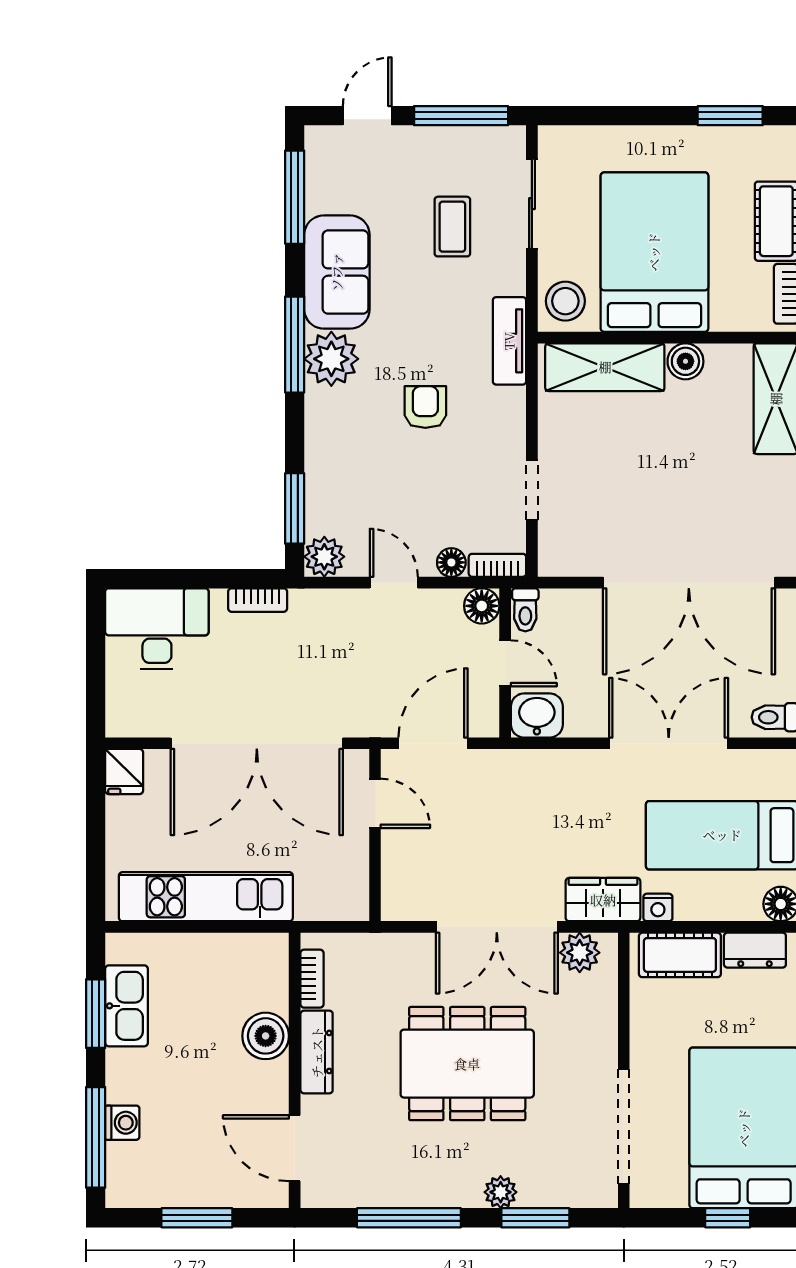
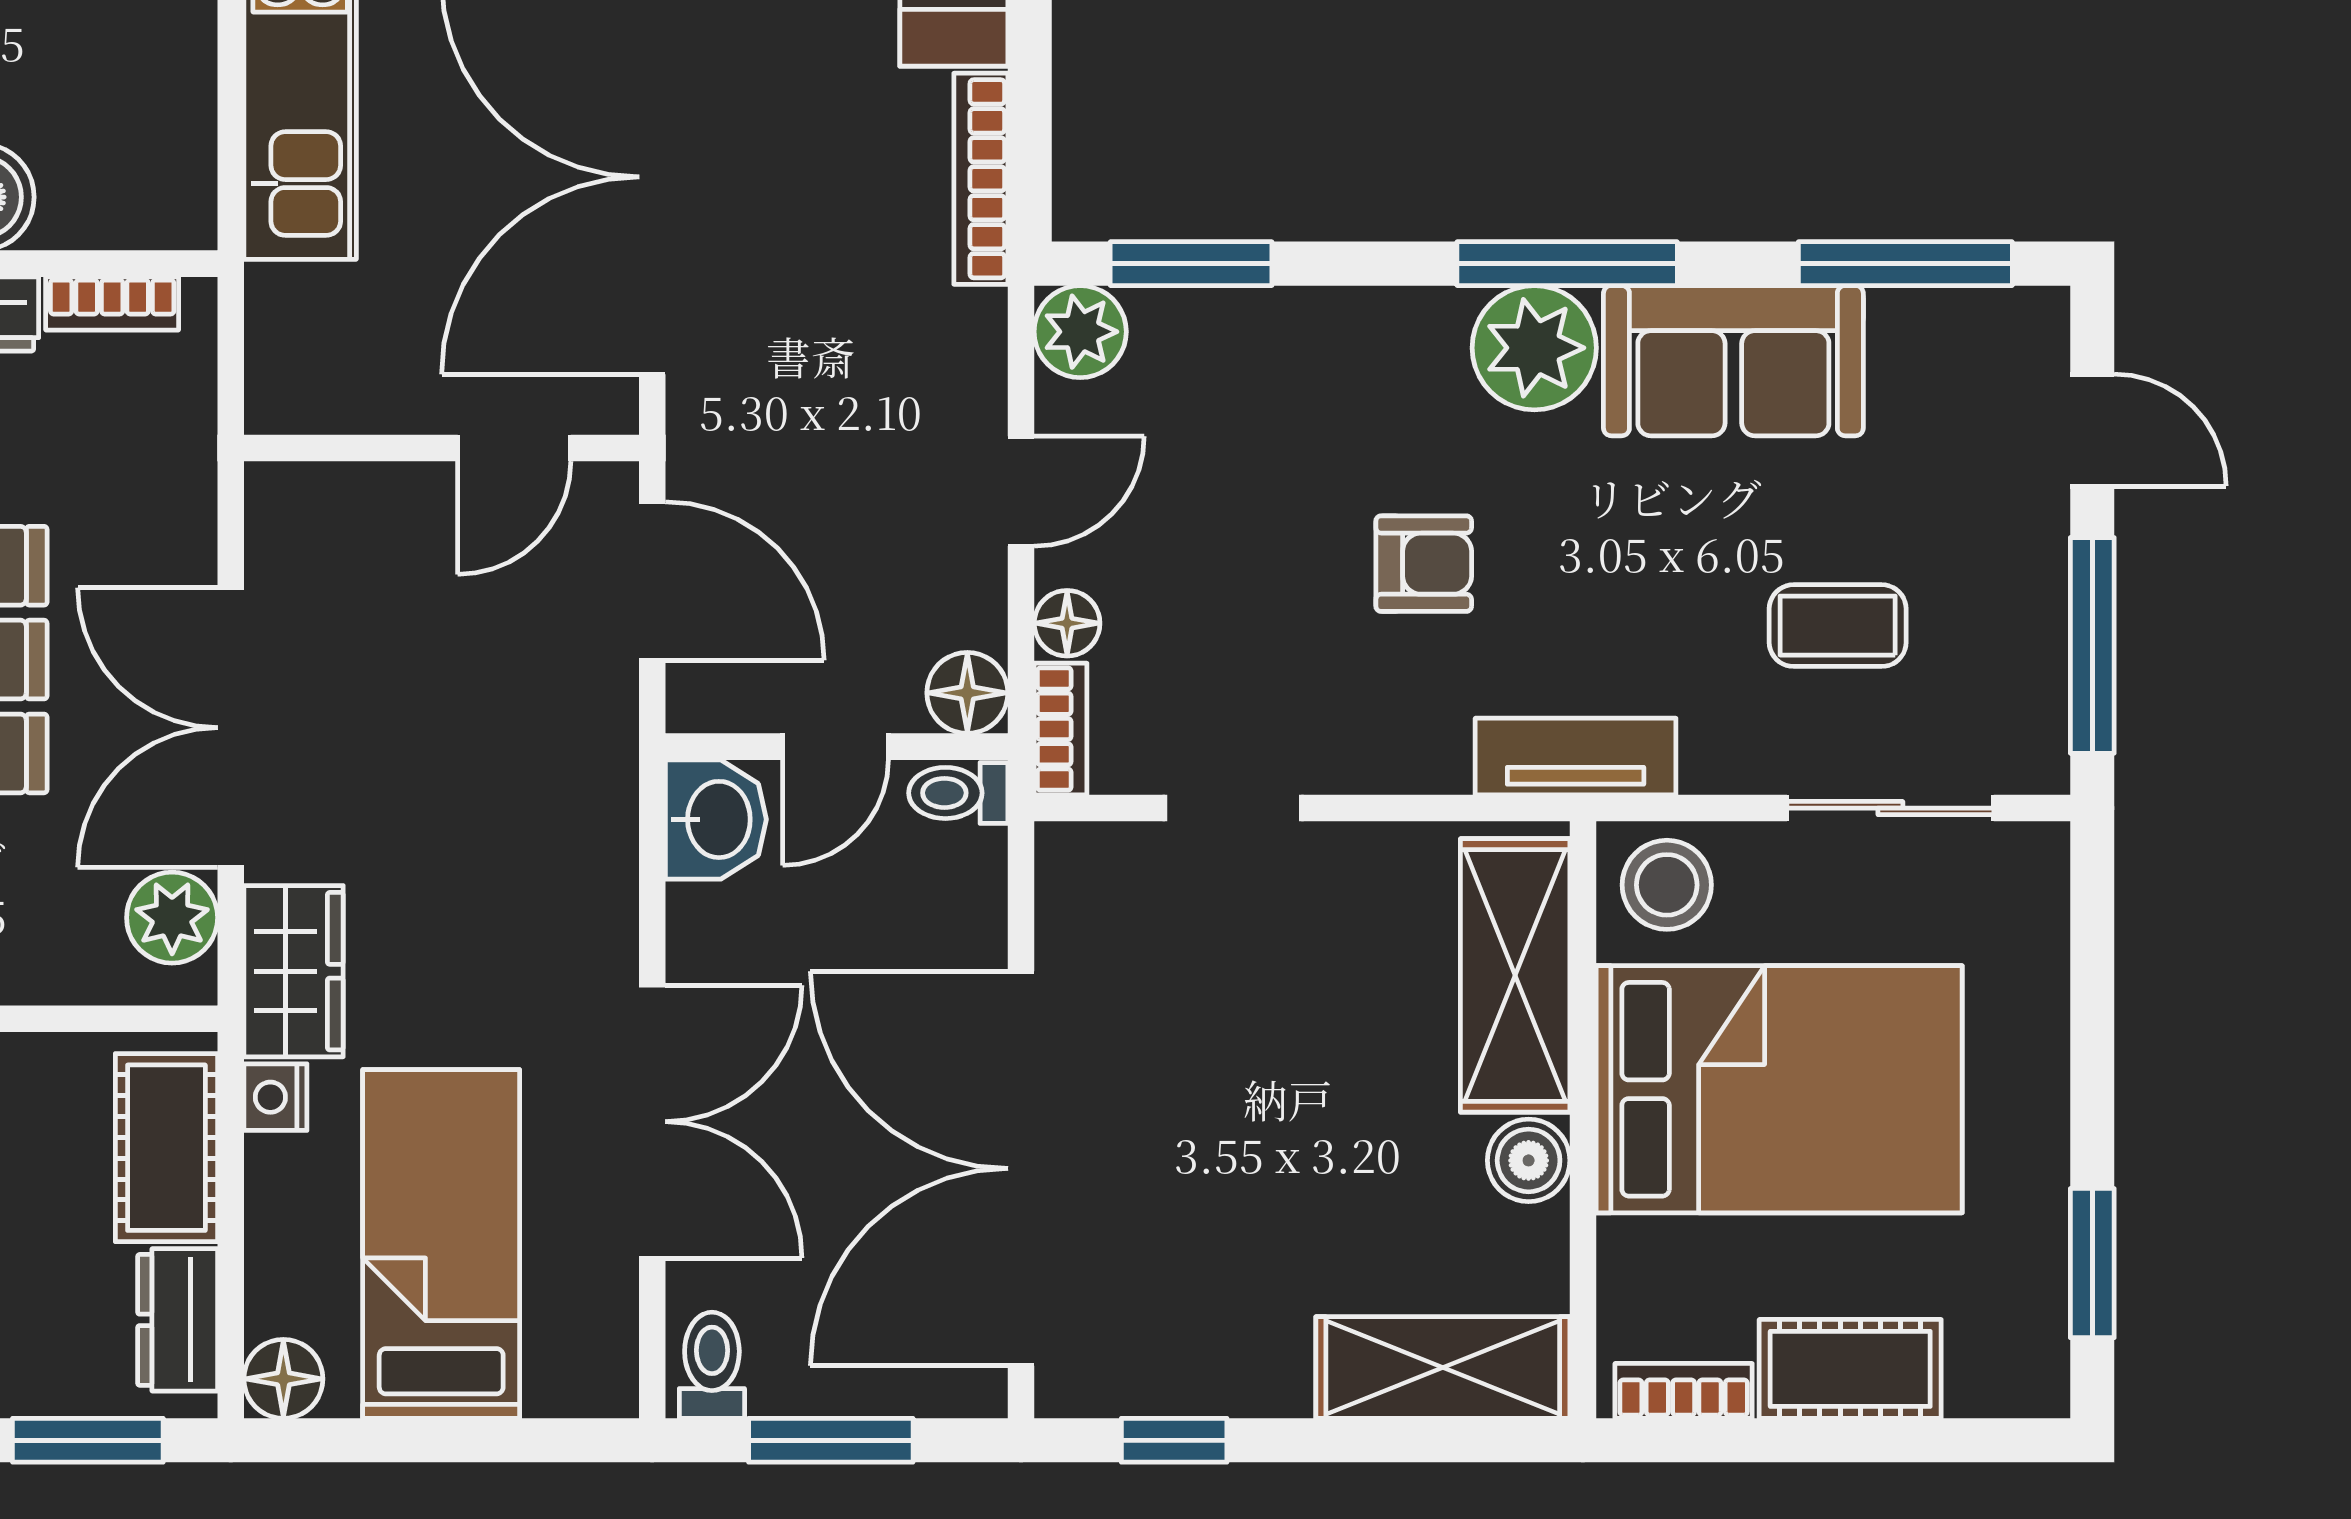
bookcase: (258, 600) -> (981, 179), width x1.56

